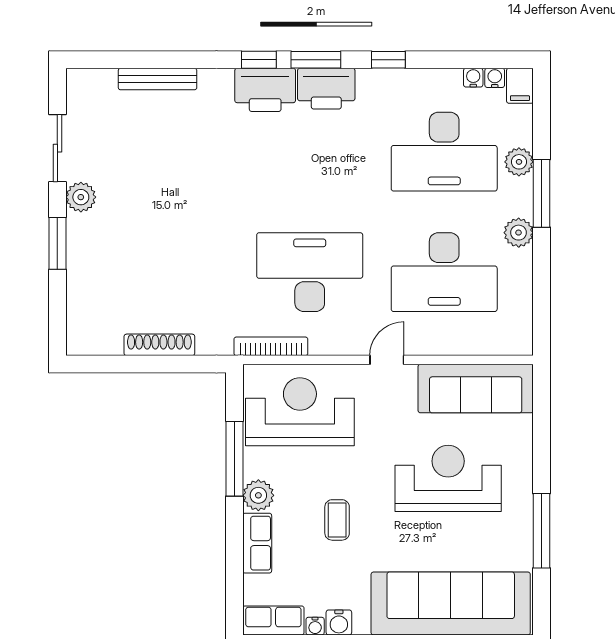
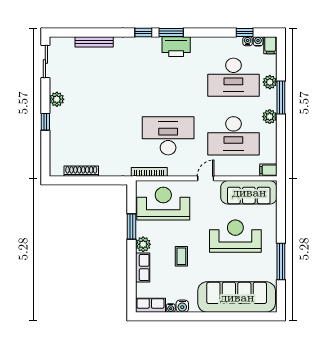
window: (388, 60) -> (245, 33), moved
printer: (265, 90) -> (146, 47), removed
sliding door: (57, 148) -> (45, 62), moved
window: (57, 243) -> (45, 122), width x0.67
filing cabinet: (516, 343) -> (268, 170), added
shoe rack: (159, 345) -> (81, 171), moved
window: (235, 459) -> (132, 226), width x0.69

